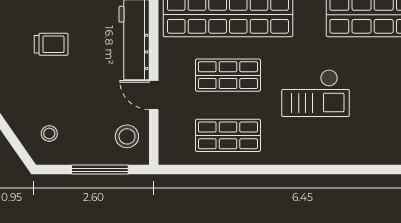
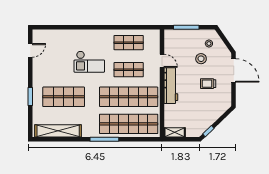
checkout: (316, 93) -> (89, 62), turned 180
stool: (127, 136) -> (201, 59), moved

